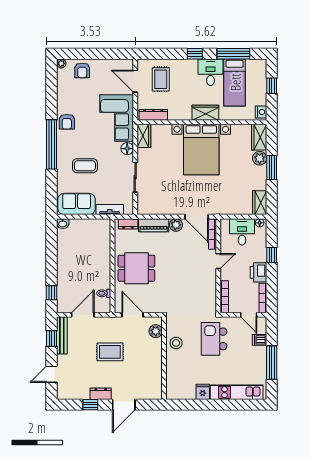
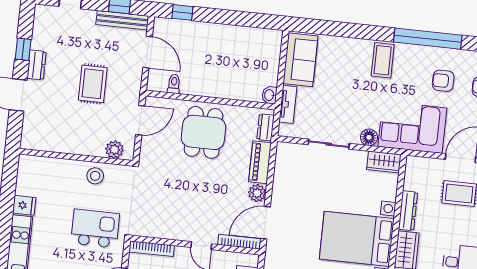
dresser: (153, 115) -> (408, 211), moved
armchair: (67, 122) -> (443, 81), moved
window: (52, 144) -> (428, 39), moved
coffee table: (85, 166) -> (383, 60), moved
washbasin: (63, 224) -> (269, 95), moved

